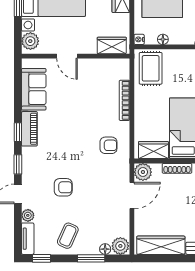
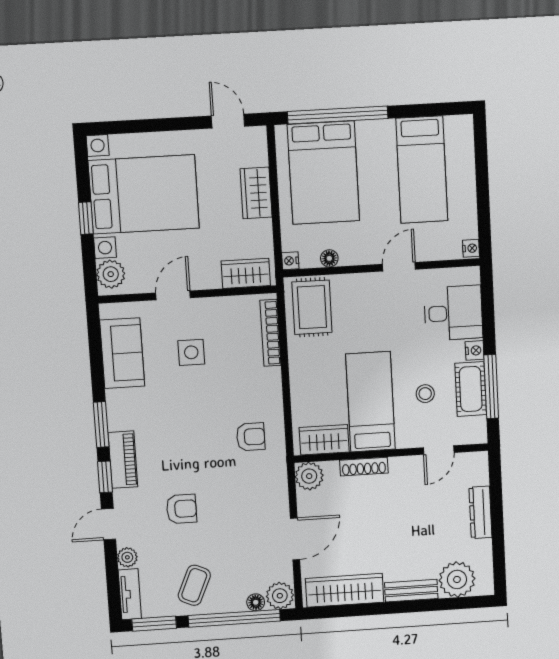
door: (67, 56) -> (173, 295), swing flipped
side table: (76, 91) -> (191, 352), added
bookcase: (124, 100) -> (270, 333), moved
piano: (29, 129) -> (123, 460), moved
window: (18, 132) -> (101, 425), width x1.50
door: (132, 196) -> (295, 539), moved
window: (41, 258) -> (154, 624), width x1.50
window: (91, 258) -> (234, 618), width x2.11

